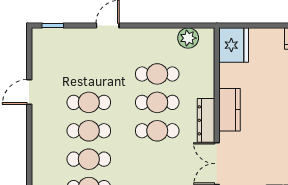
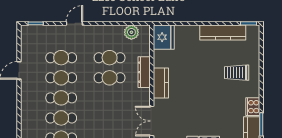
dresser: (206, 120) -> (144, 72), moved
cafe table: (157, 131) -> (61, 58), moved

